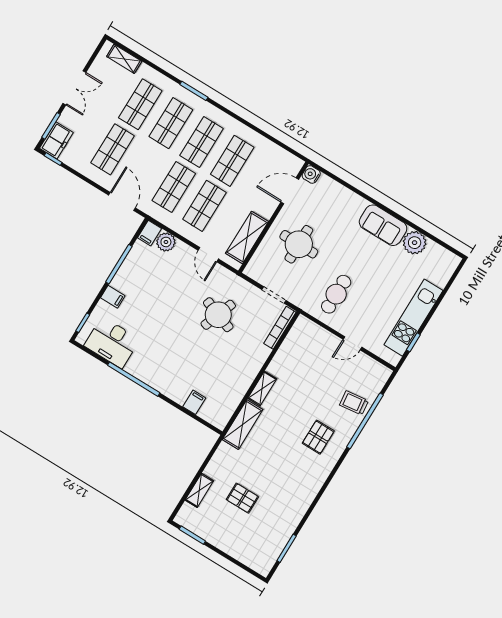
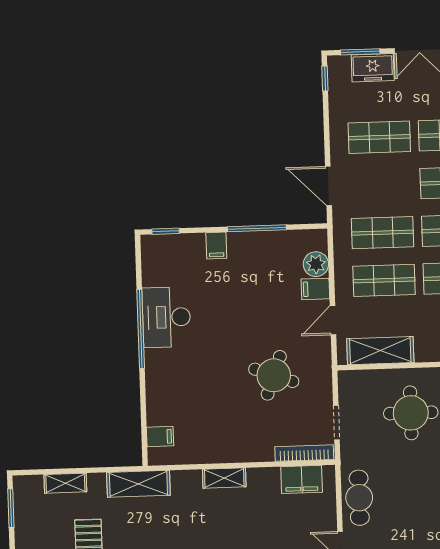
freezer: (56, 140) -> (373, 68), moved
door: (122, 202) -> (329, 186), swing flipped
filing cabinet: (149, 233) -> (315, 289), moved
cafe table: (336, 294) -> (359, 498), moved, turned 90
filing cabinet: (295, 341) -> (302, 479), added
desk: (112, 343) -> (166, 317), moved
filing cabinet: (194, 402) -> (160, 437), moved
shelving: (243, 425) -> (138, 484), moved

